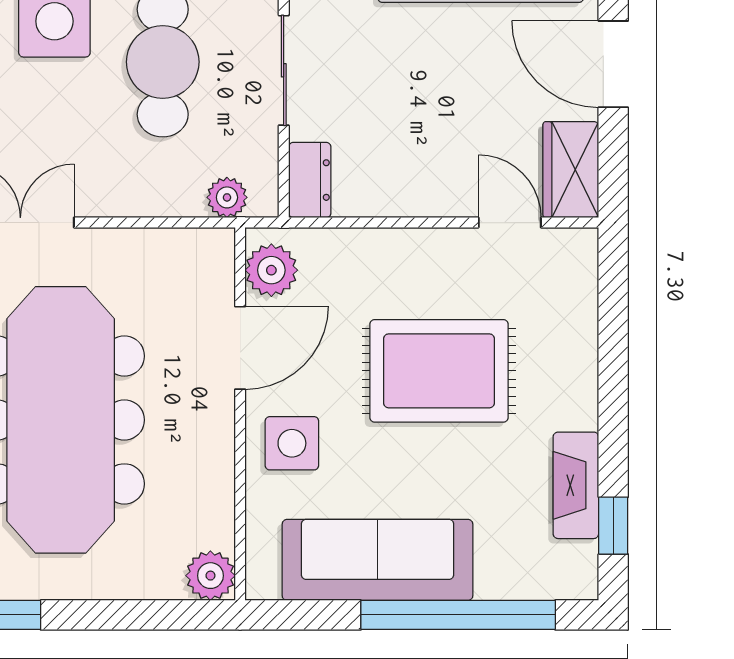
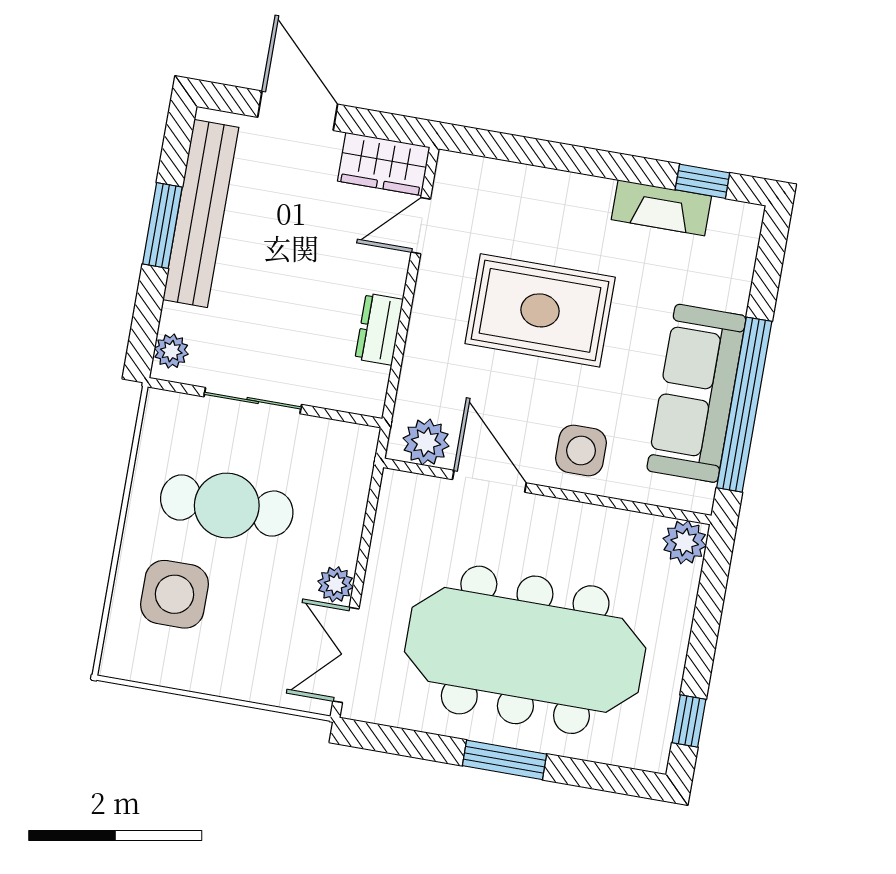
door: (613, 64) -> (298, 111), swing flipped
dresser: (310, 180) -> (379, 329), moved, turned -90
plant: (227, 197) -> (335, 584), moved
rug: (439, 371) -> (540, 310), turned 90
window: (458, 615) -> (744, 405), moved

